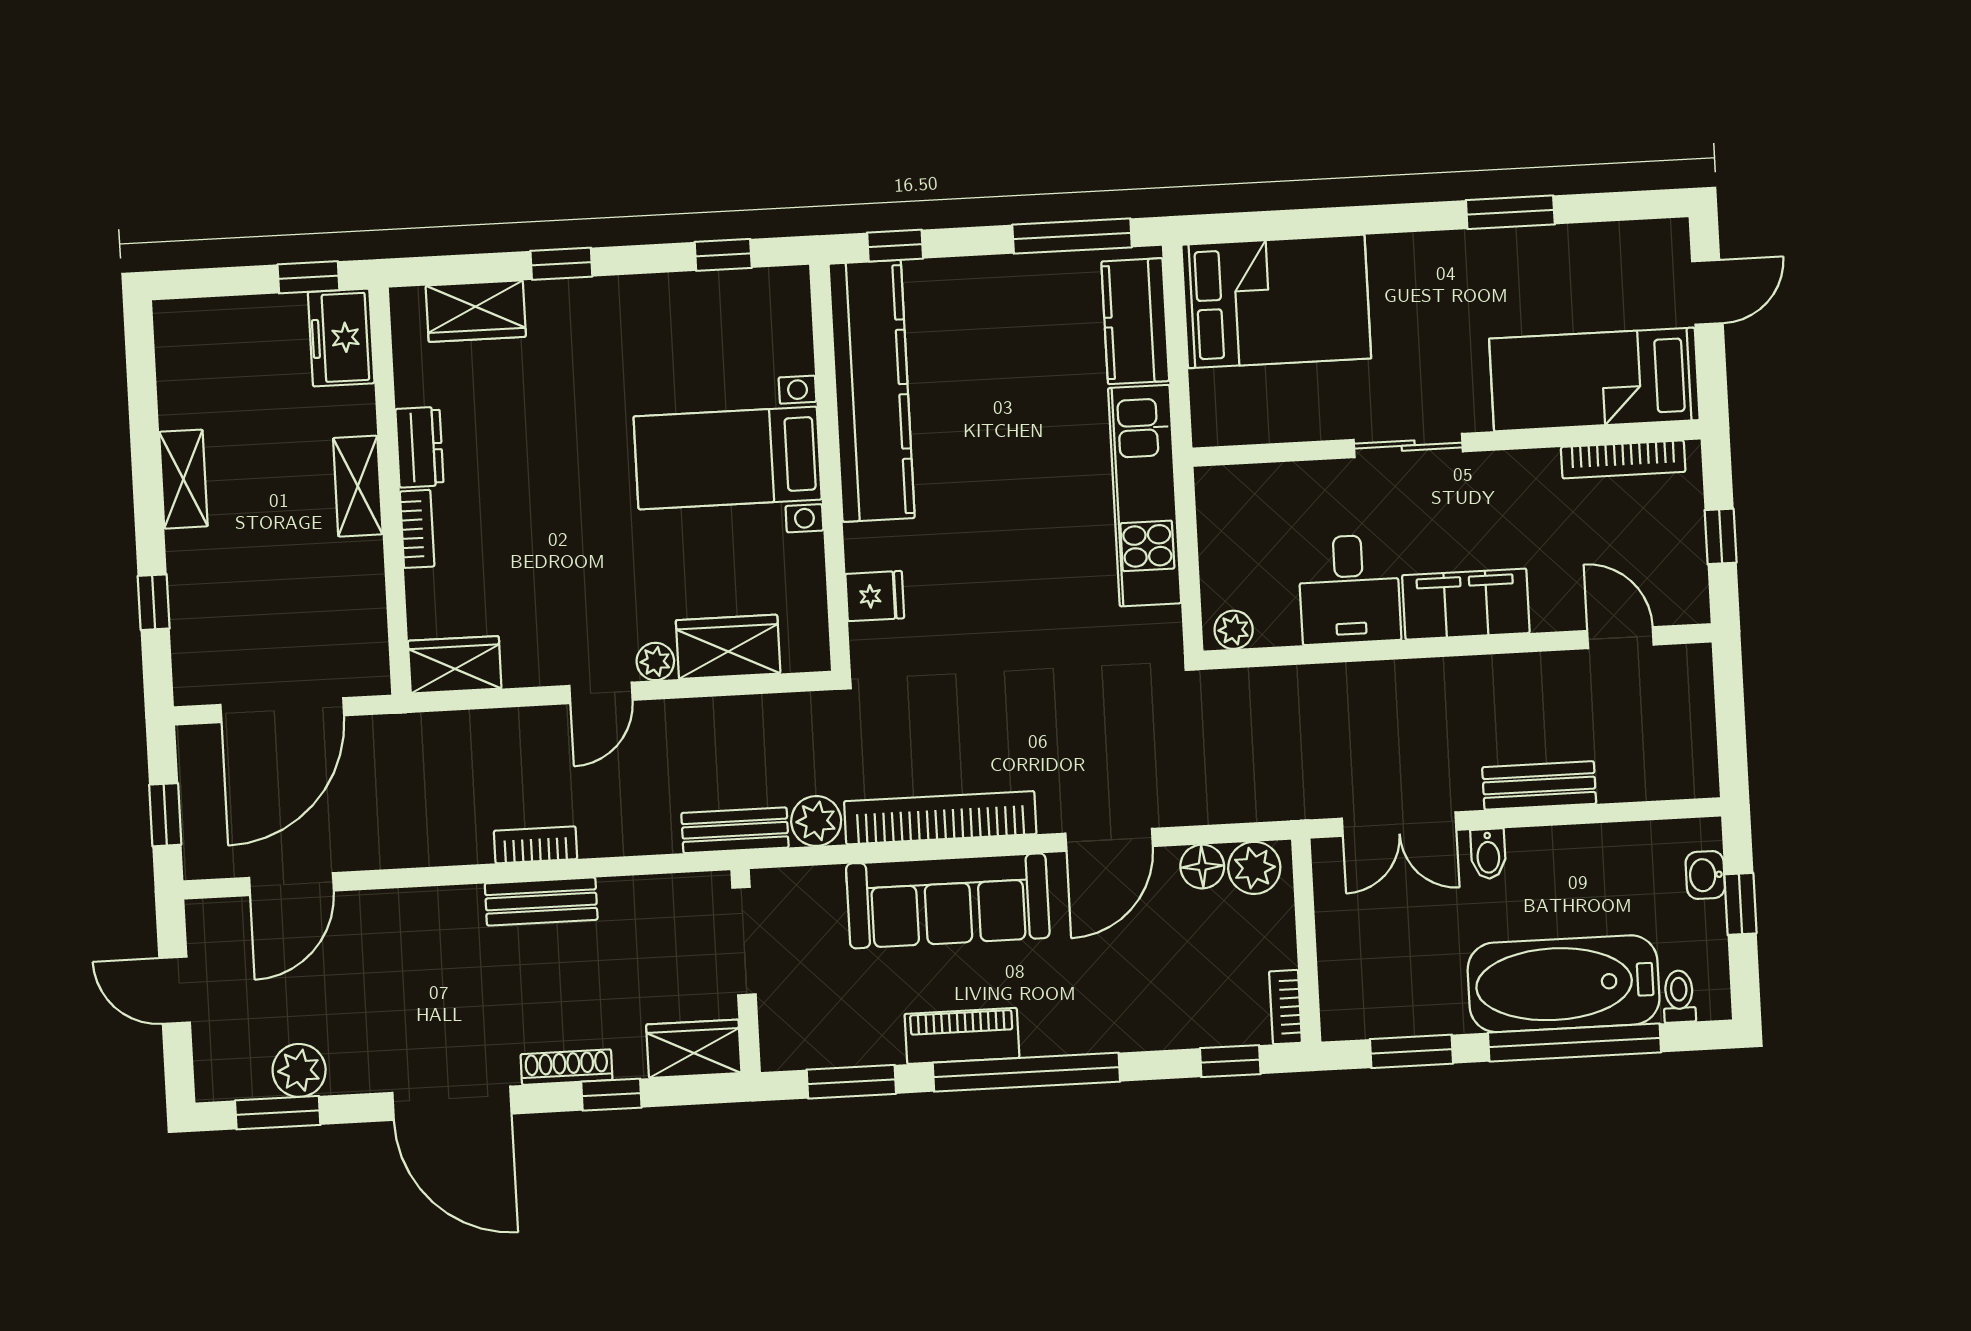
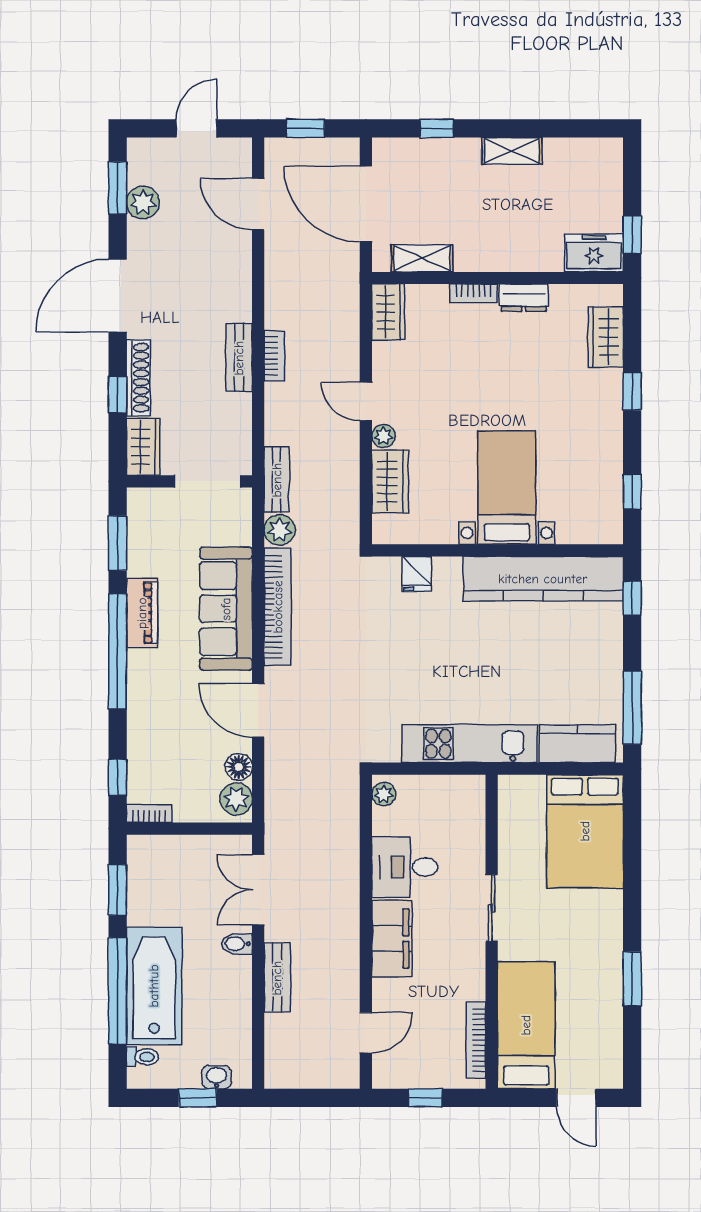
shelving: (358, 486) -> (422, 258), moved
shoe rack: (566, 1067) -> (138, 378), width x1.36, depth x1.24

